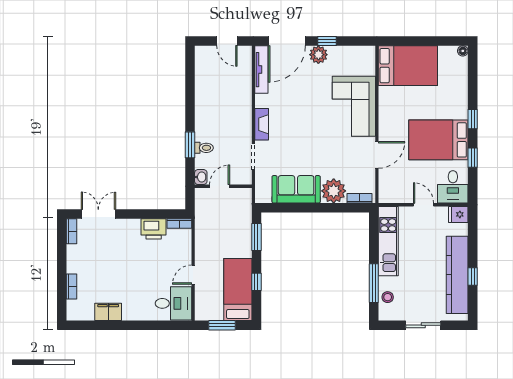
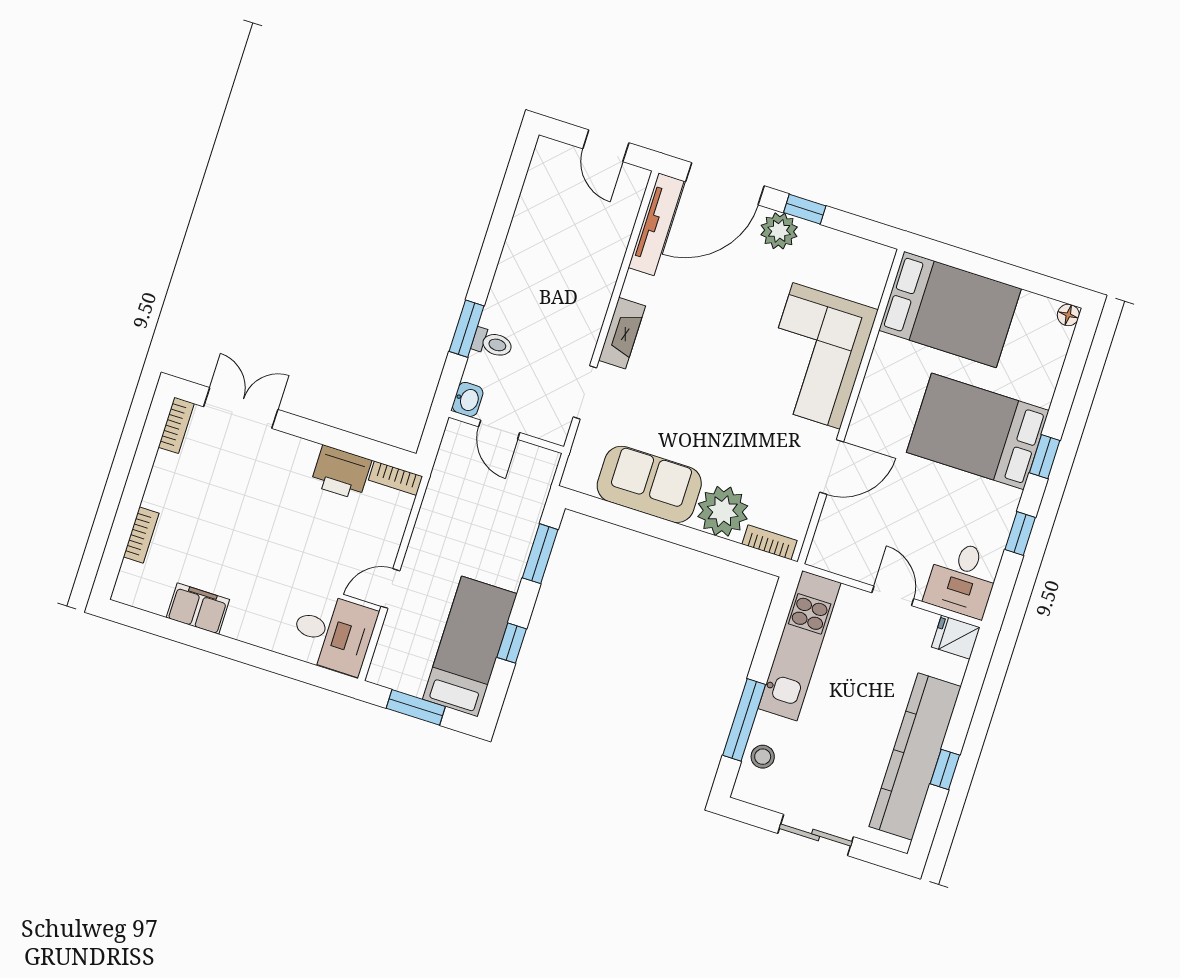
bed: (438, 140) -> (978, 431), moved
door: (220, 186) -> (499, 430), swing flipped

